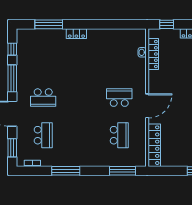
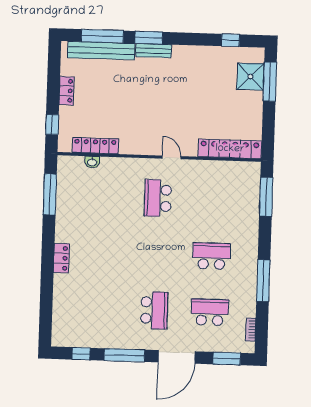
window: (49, 24) -> (50, 194), moved
door: (147, 106) -> (172, 157), width x0.53
school desk: (119, 135) -> (212, 256), moved

